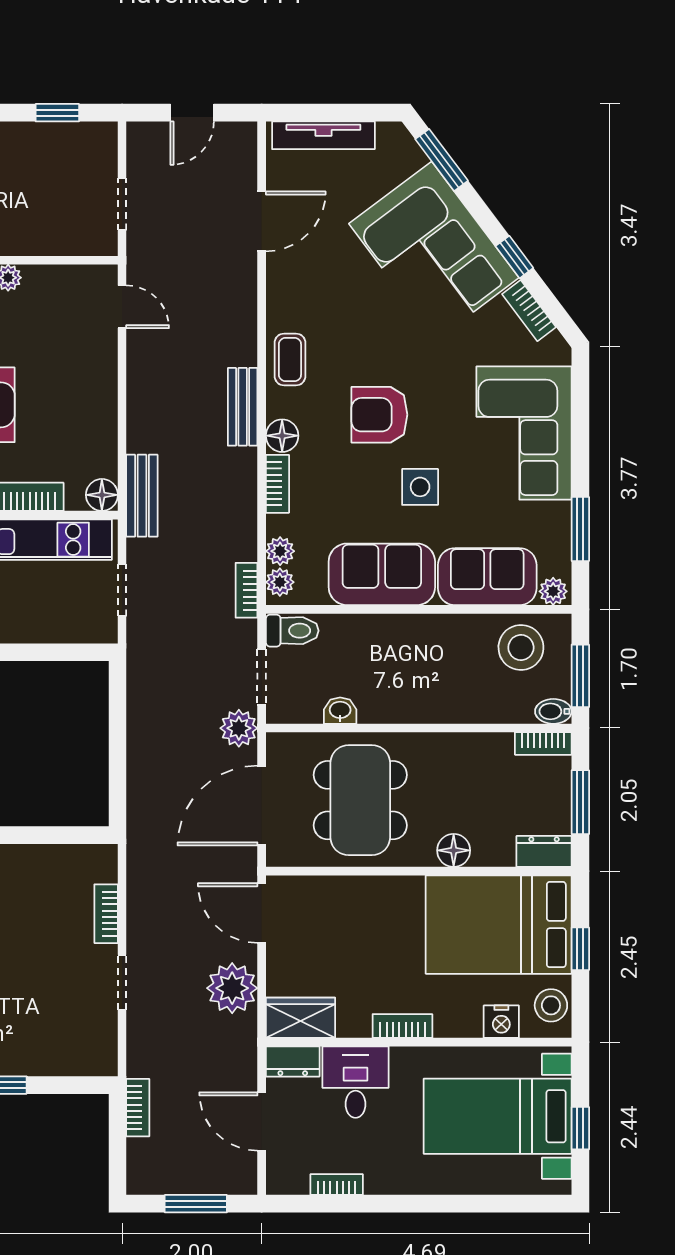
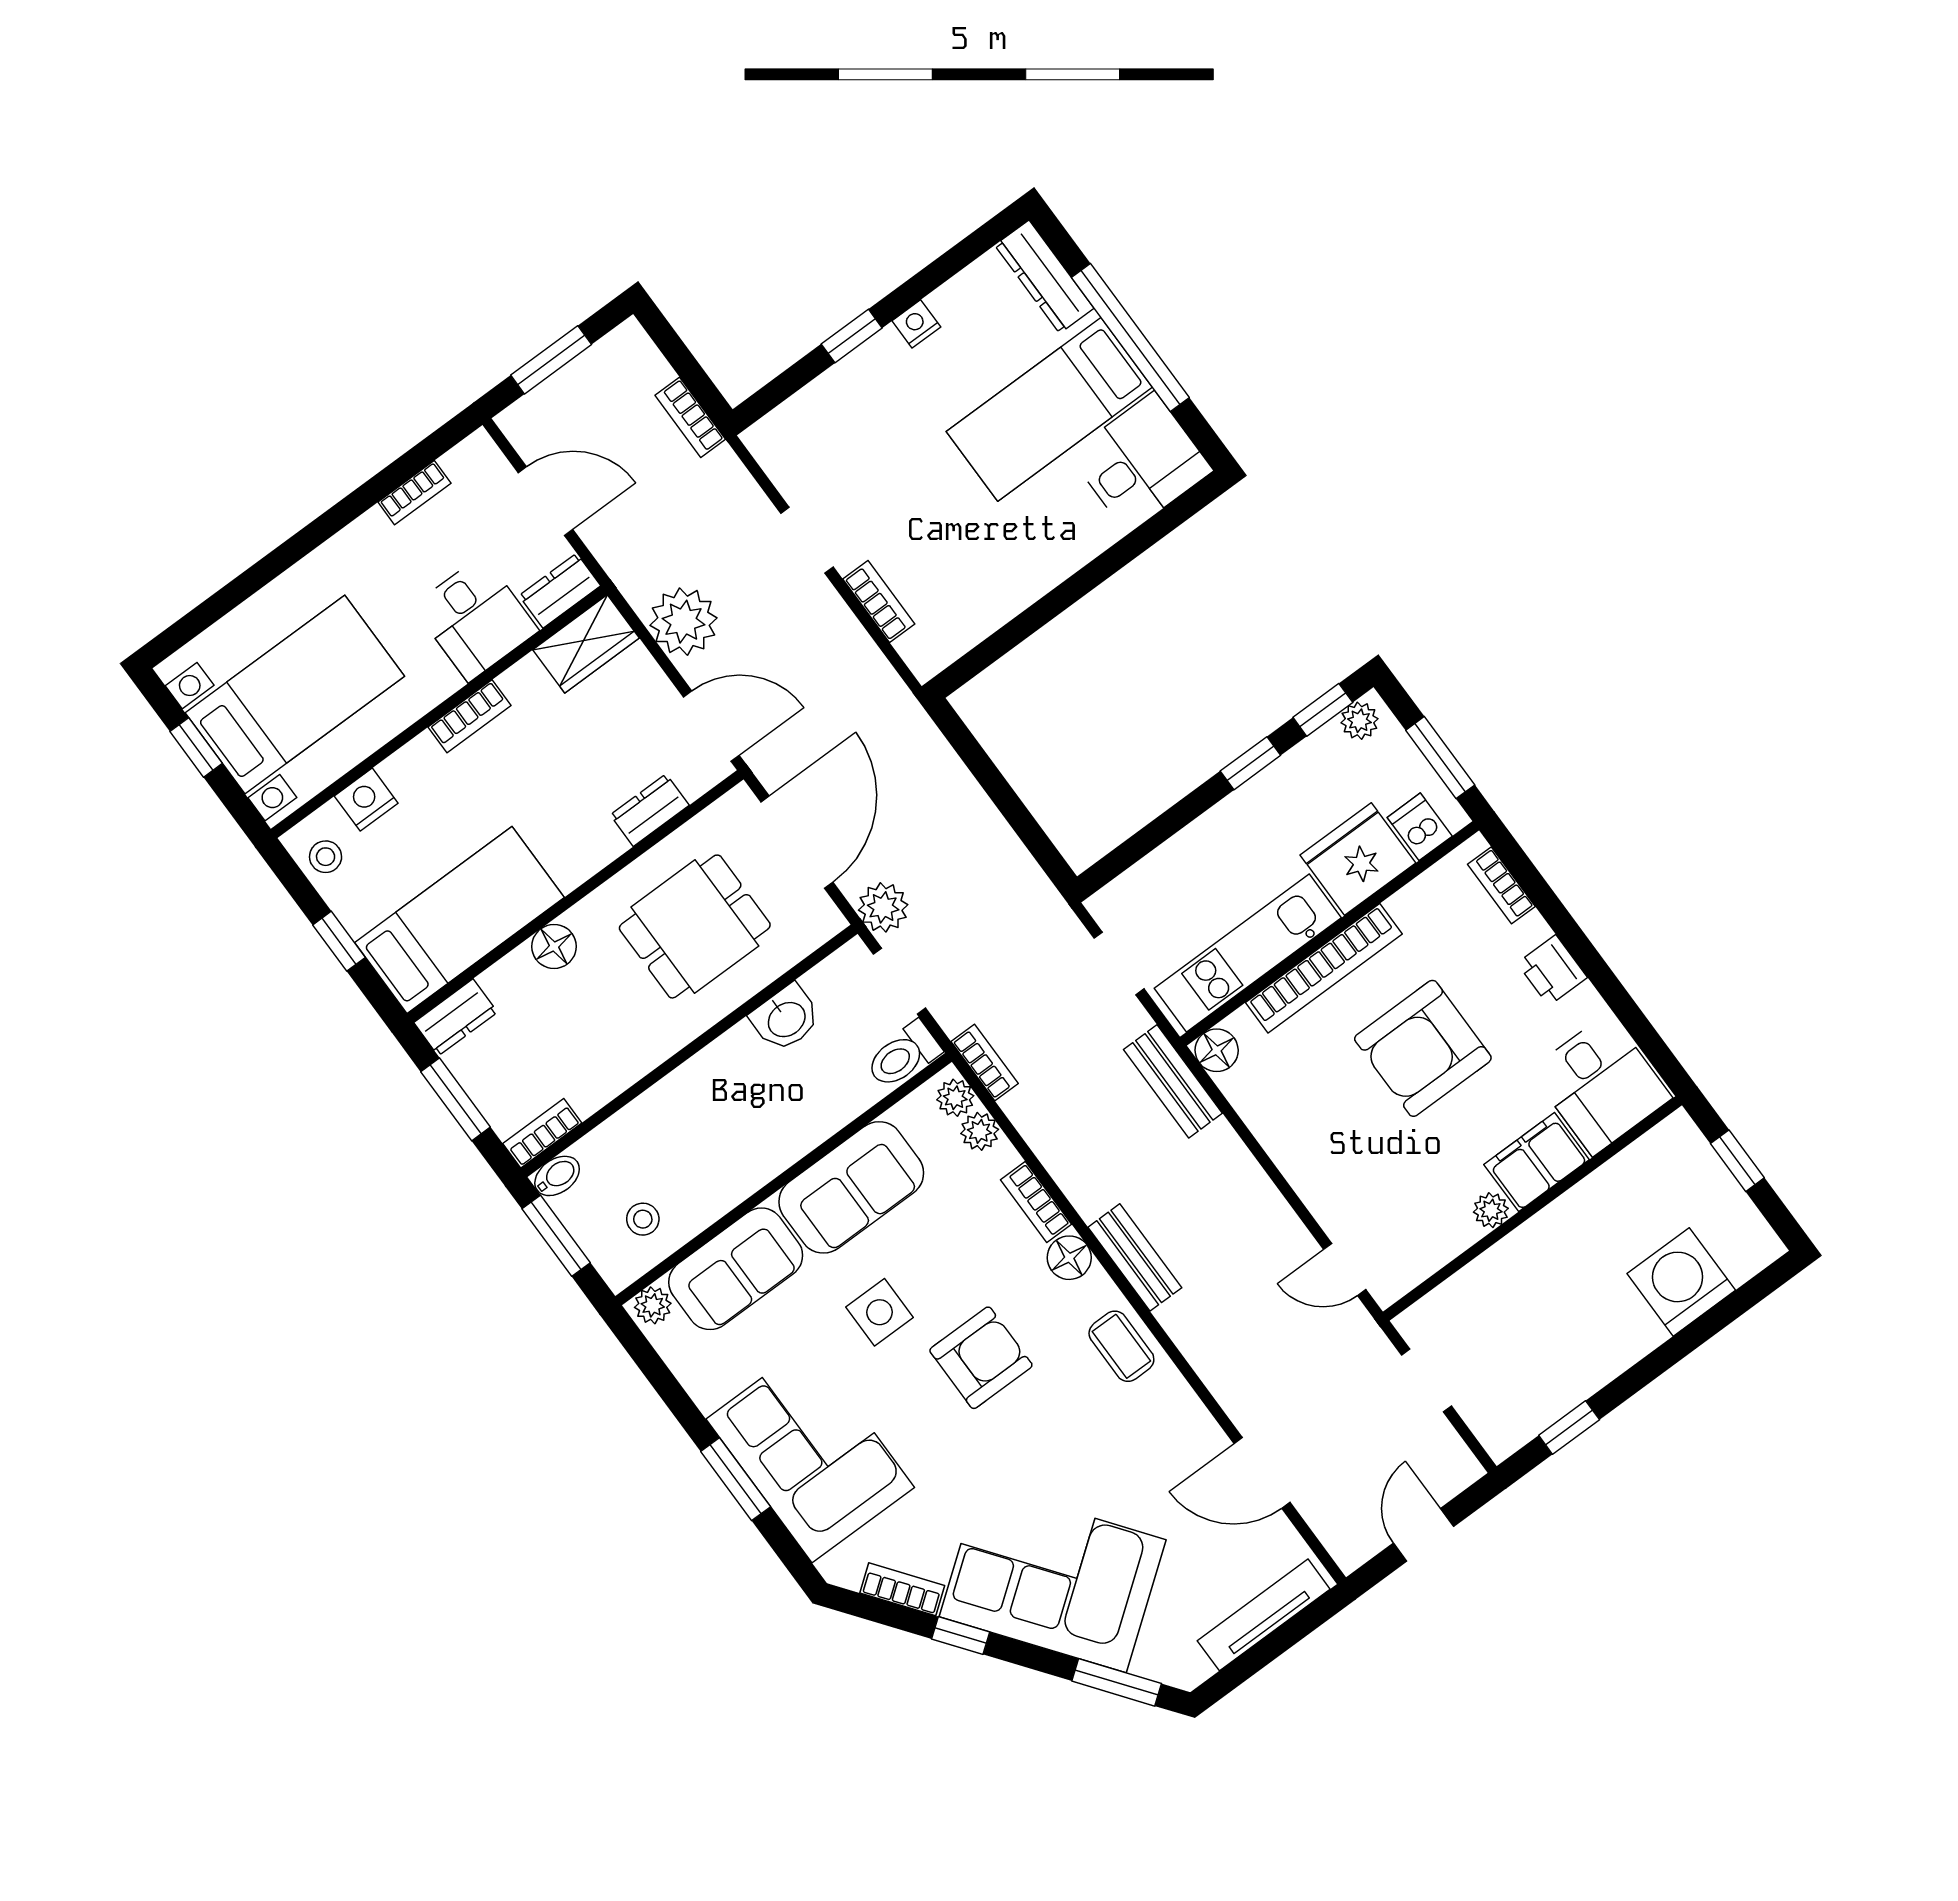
door: (262, 221) -> (1262, 1473), hinge flipped
window: (580, 529) -> (736, 1479), moved
stool: (521, 648) -> (643, 1219), width x0.53, depth x0.53
washbasin: (340, 711) -> (786, 1018), width x1.38, depth x1.45
dining table: (360, 800) -> (695, 926), width x0.73
dresser: (336, 890) -> (650, 810), added
bed: (499, 925) -> (459, 920), width x0.67
stool: (551, 1005) -> (326, 857), width x0.73, depth x0.73

